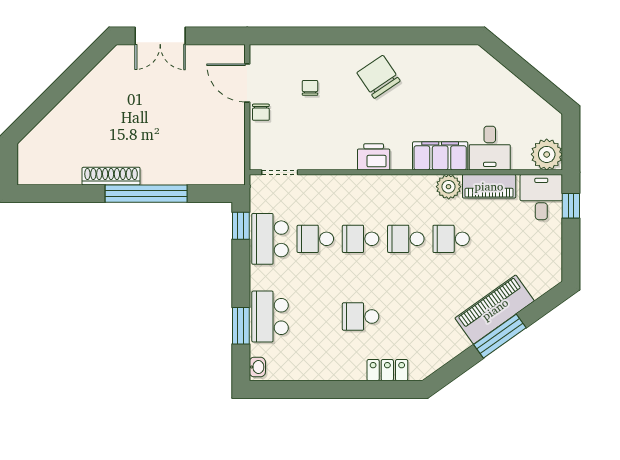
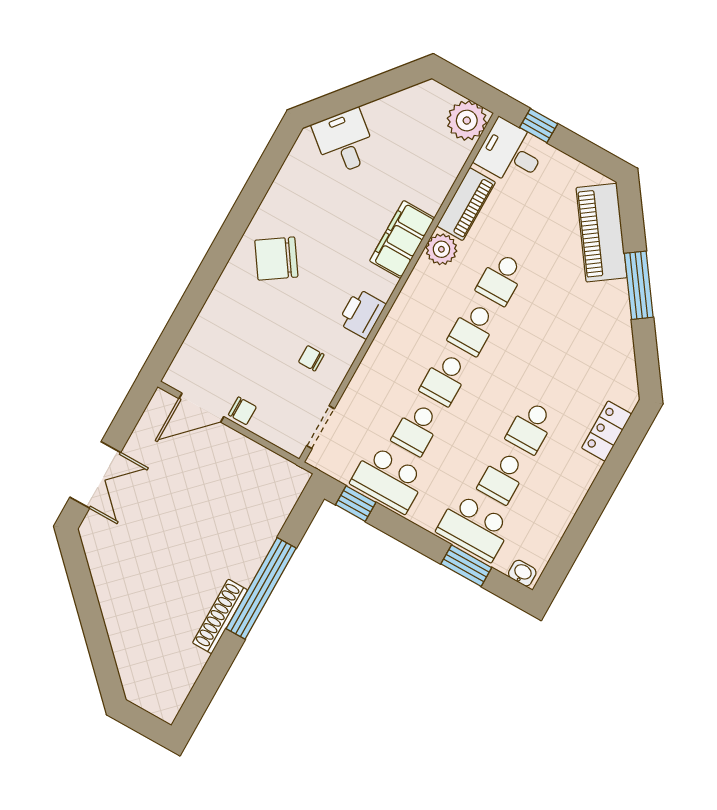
chair: (310, 88) -> (311, 358), moved
desk: (490, 148) -> (344, 142), moved, turned -140
piano: (495, 309) -> (602, 233), moved
school desk: (315, 317) -> (502, 477), added

